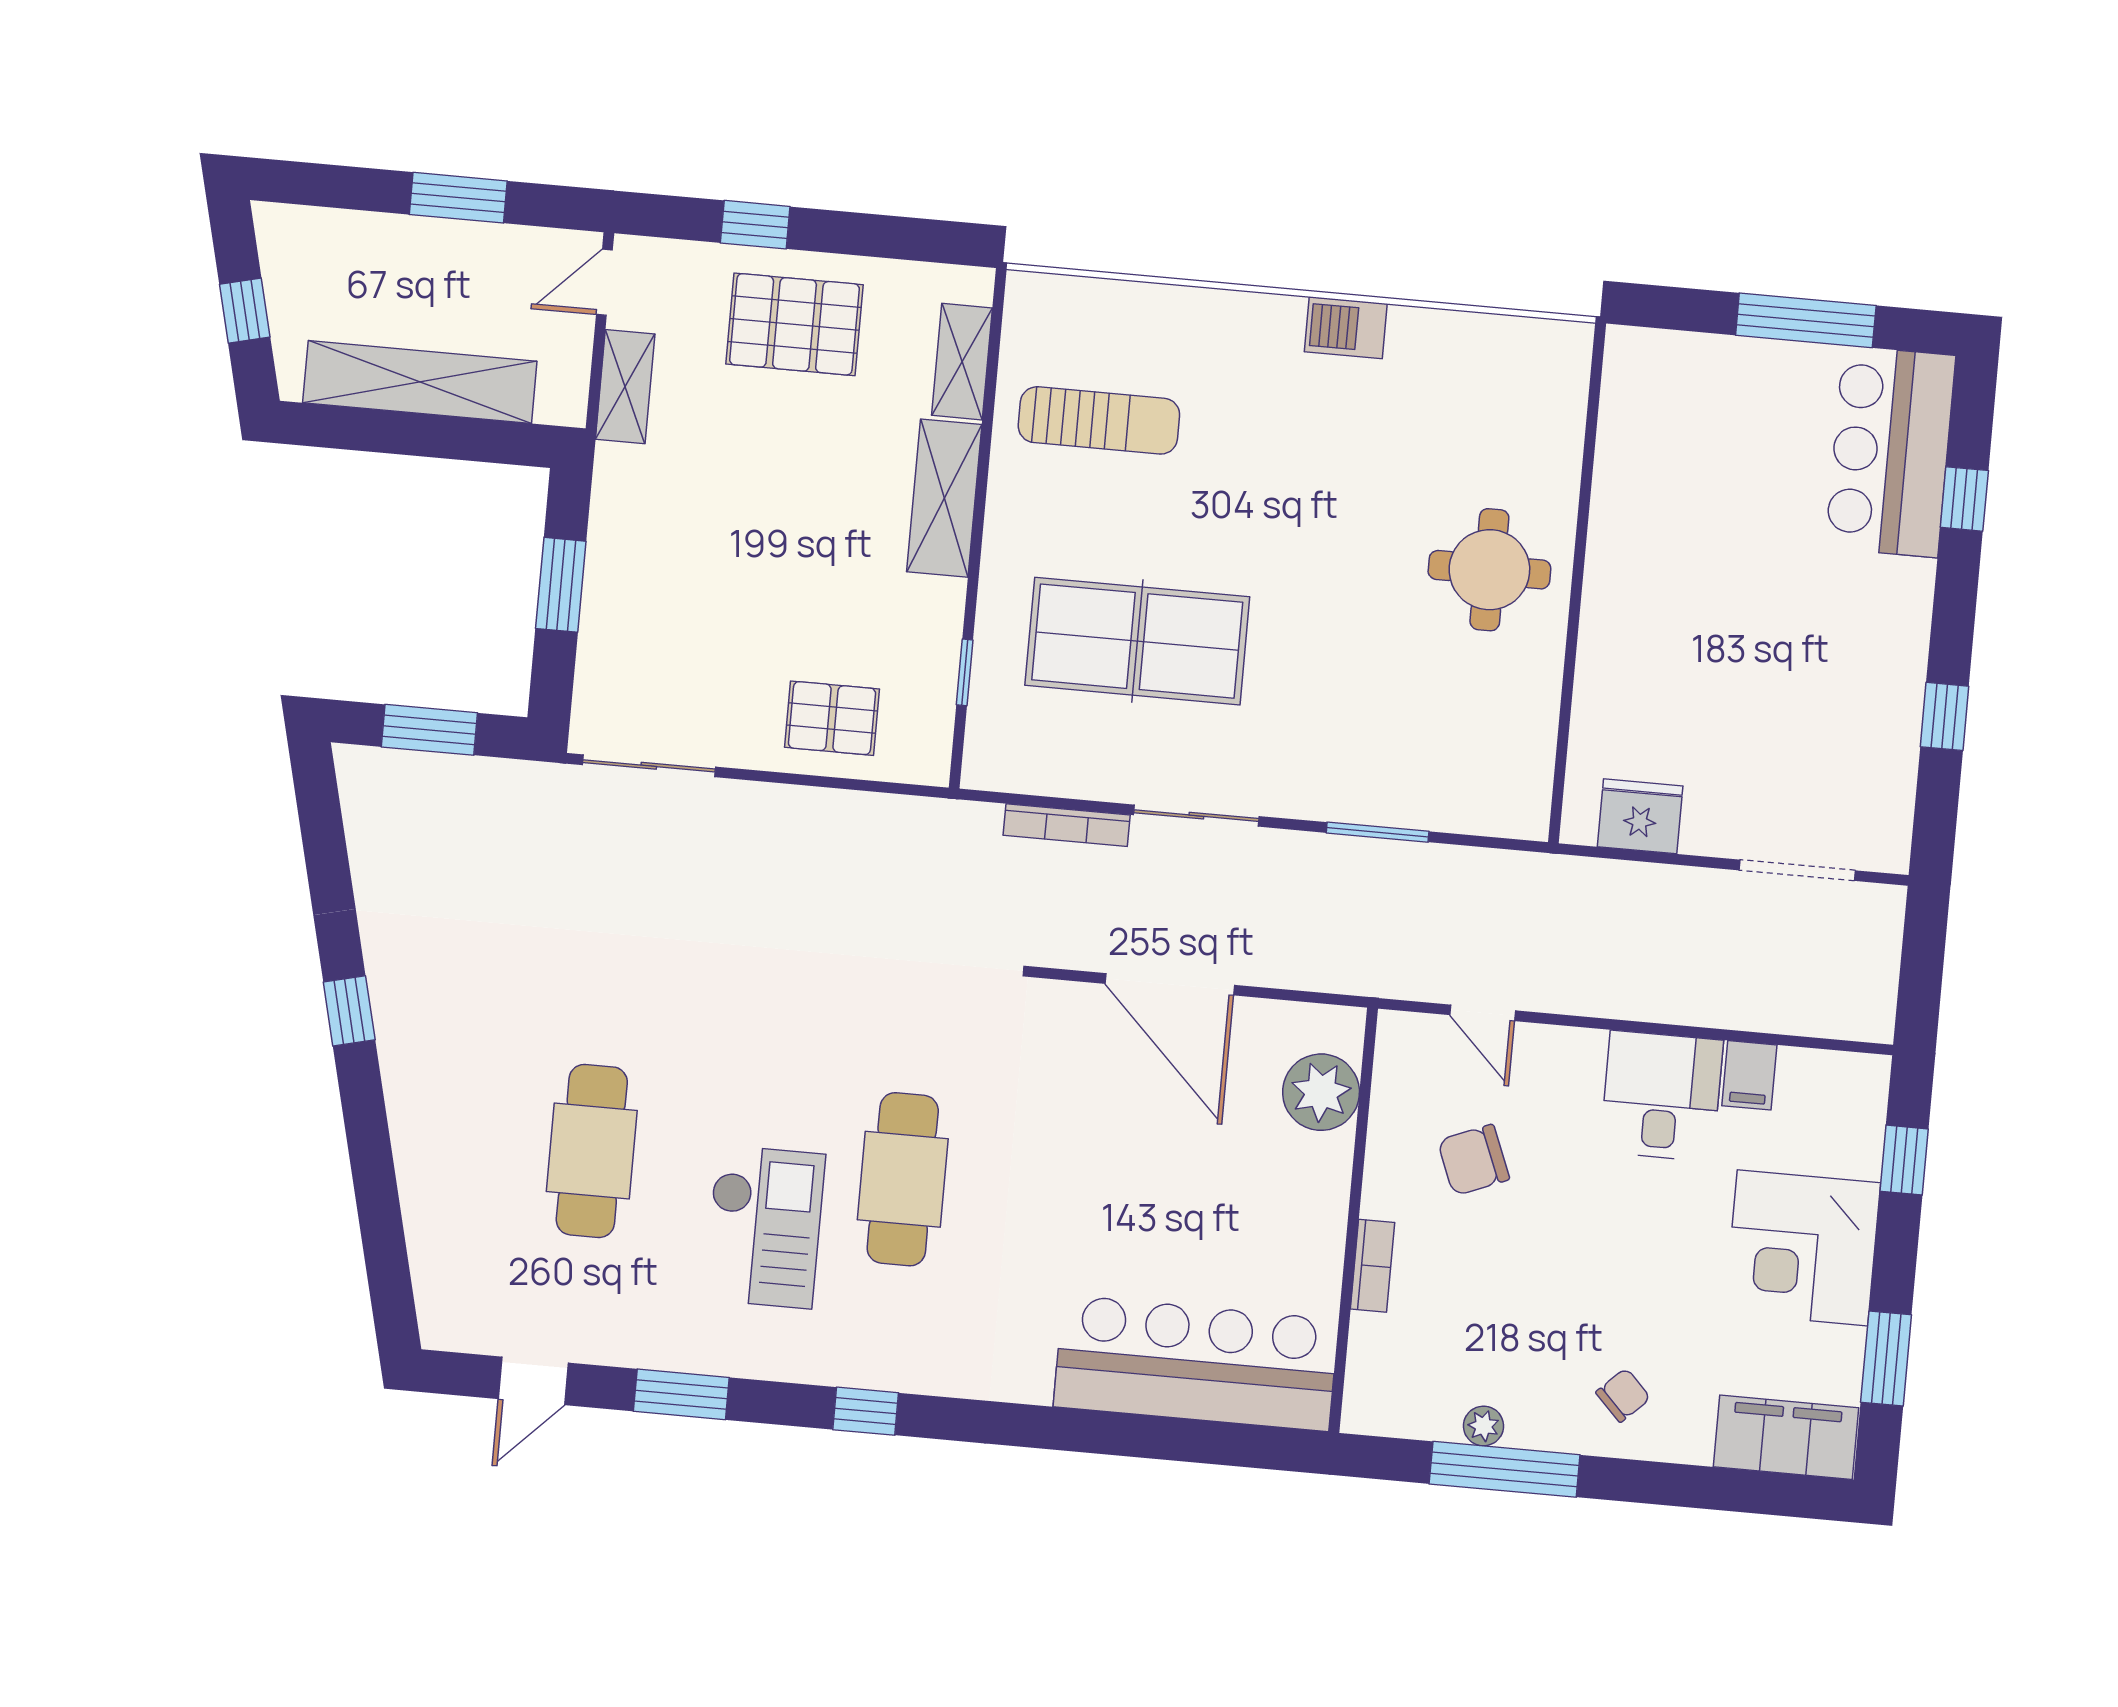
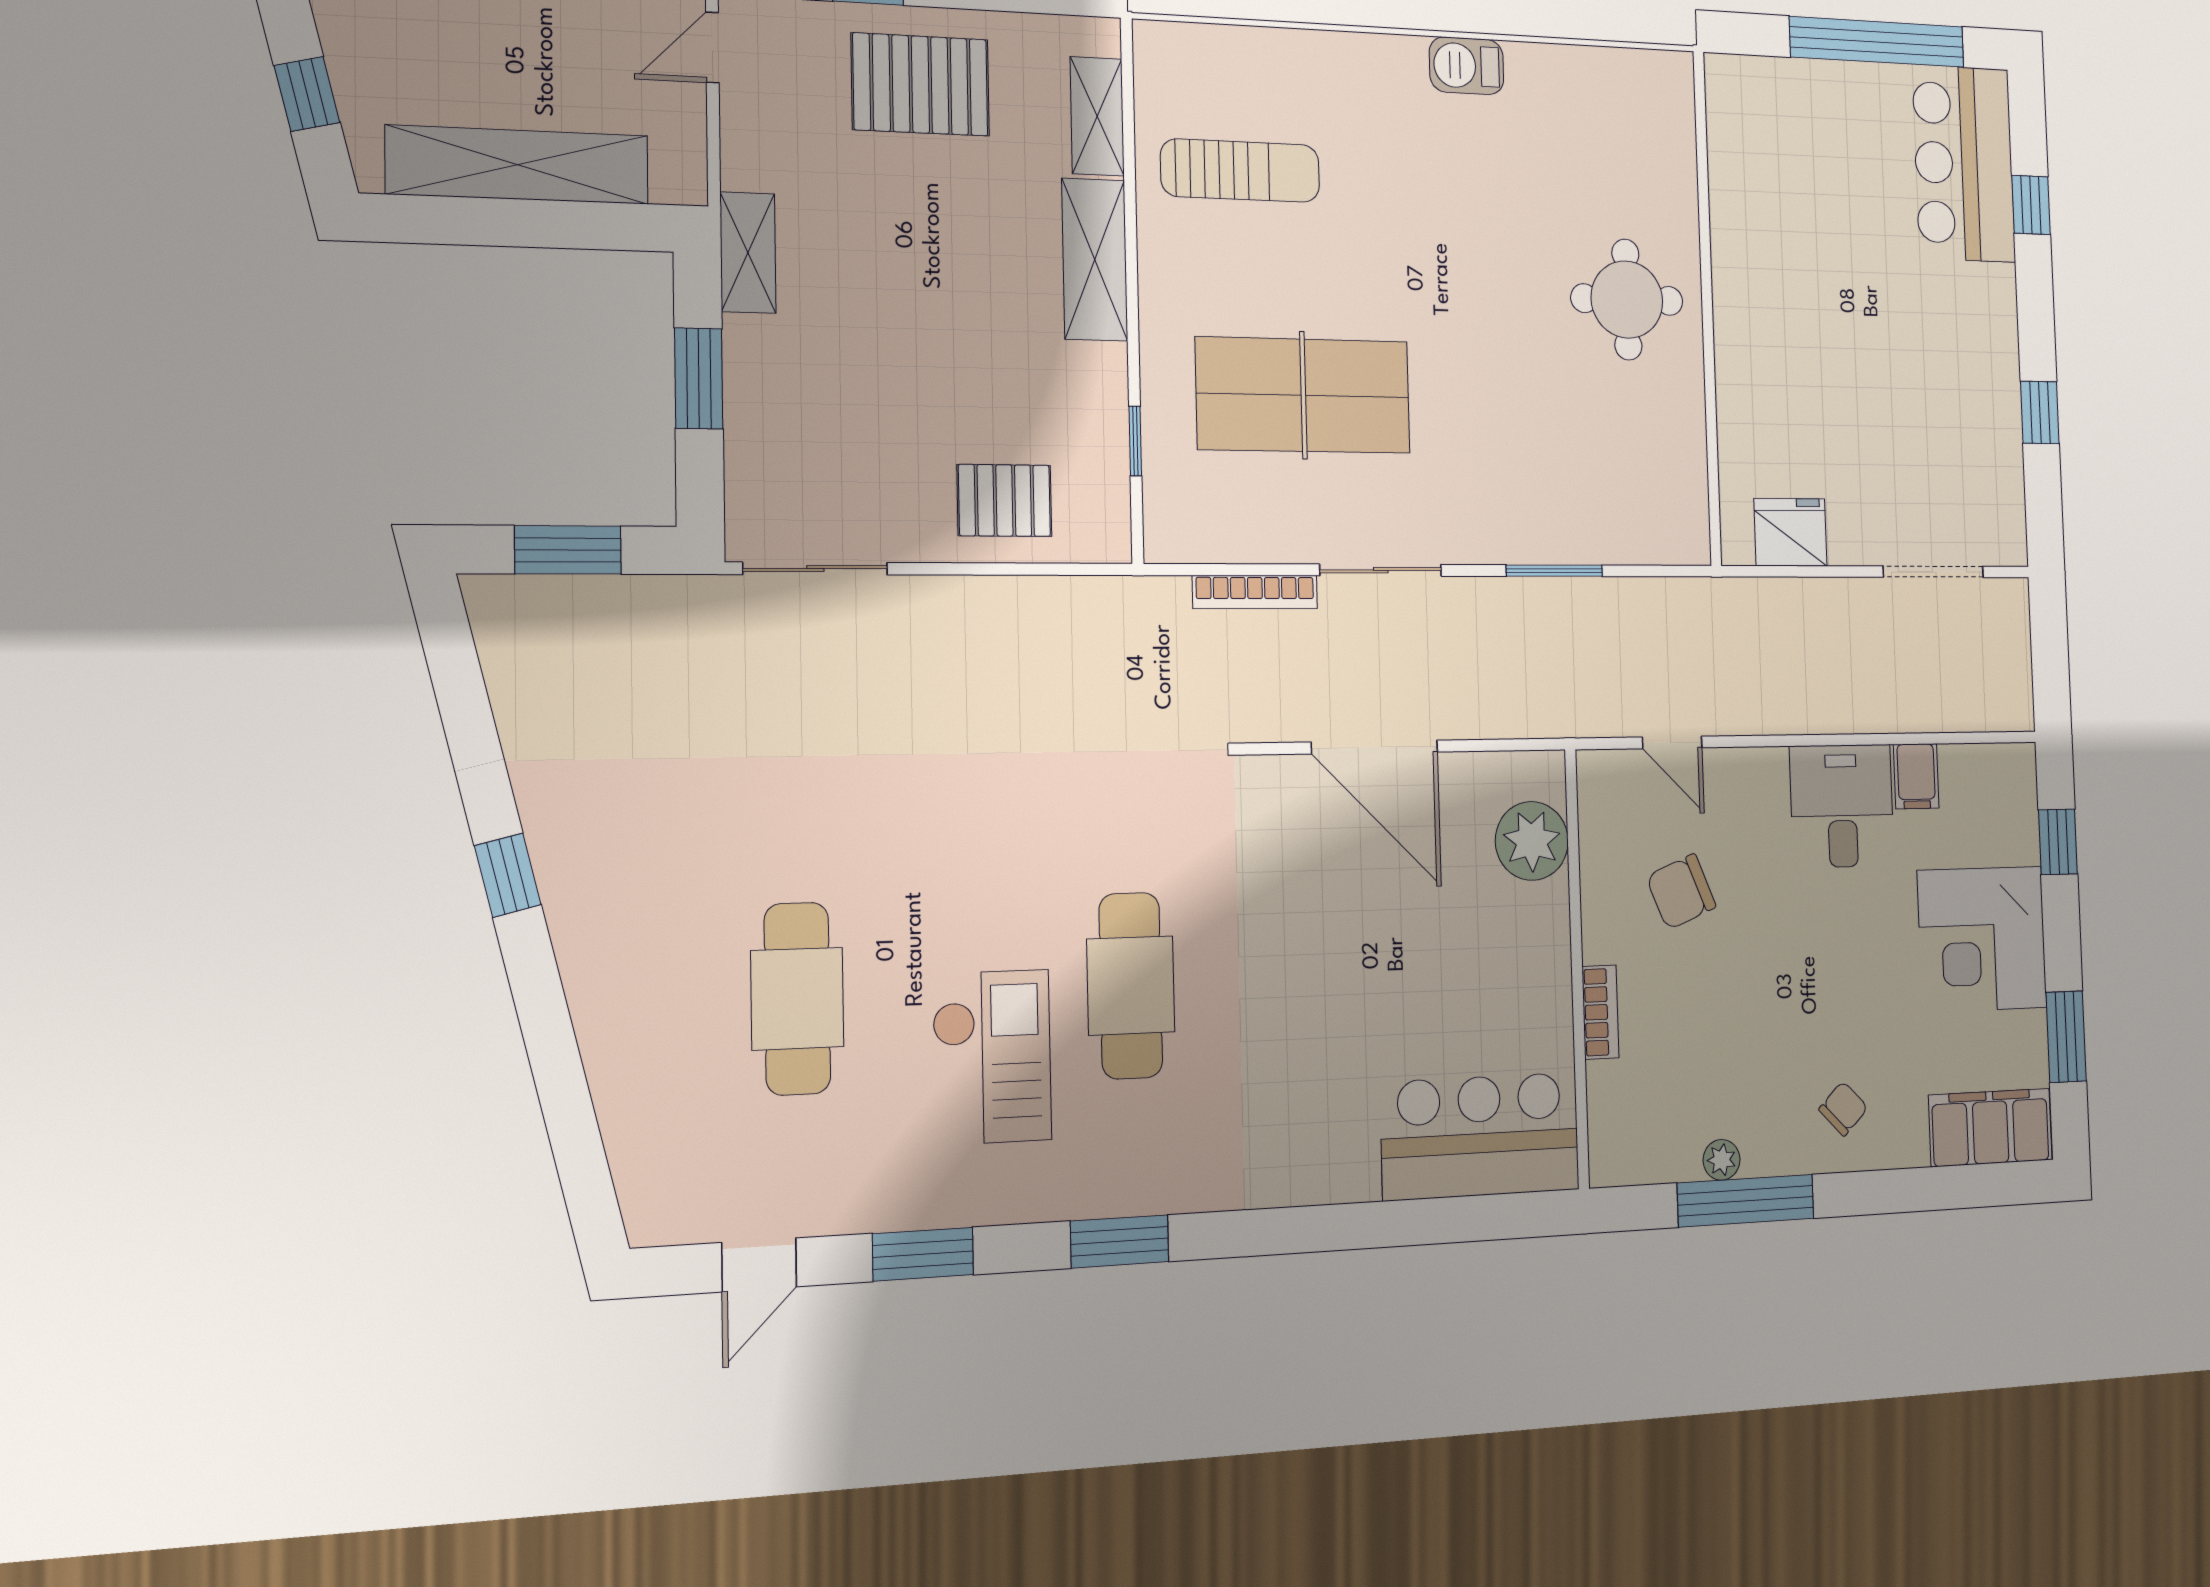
window: (1806, 320) -> (1877, 42), width x1.46
shelving: (625, 387) -> (748, 253), moved
bar counter: (1196, 1363) -> (1480, 1136), width x0.73
window: (866, 1411) -> (1120, 1241), width x1.50

